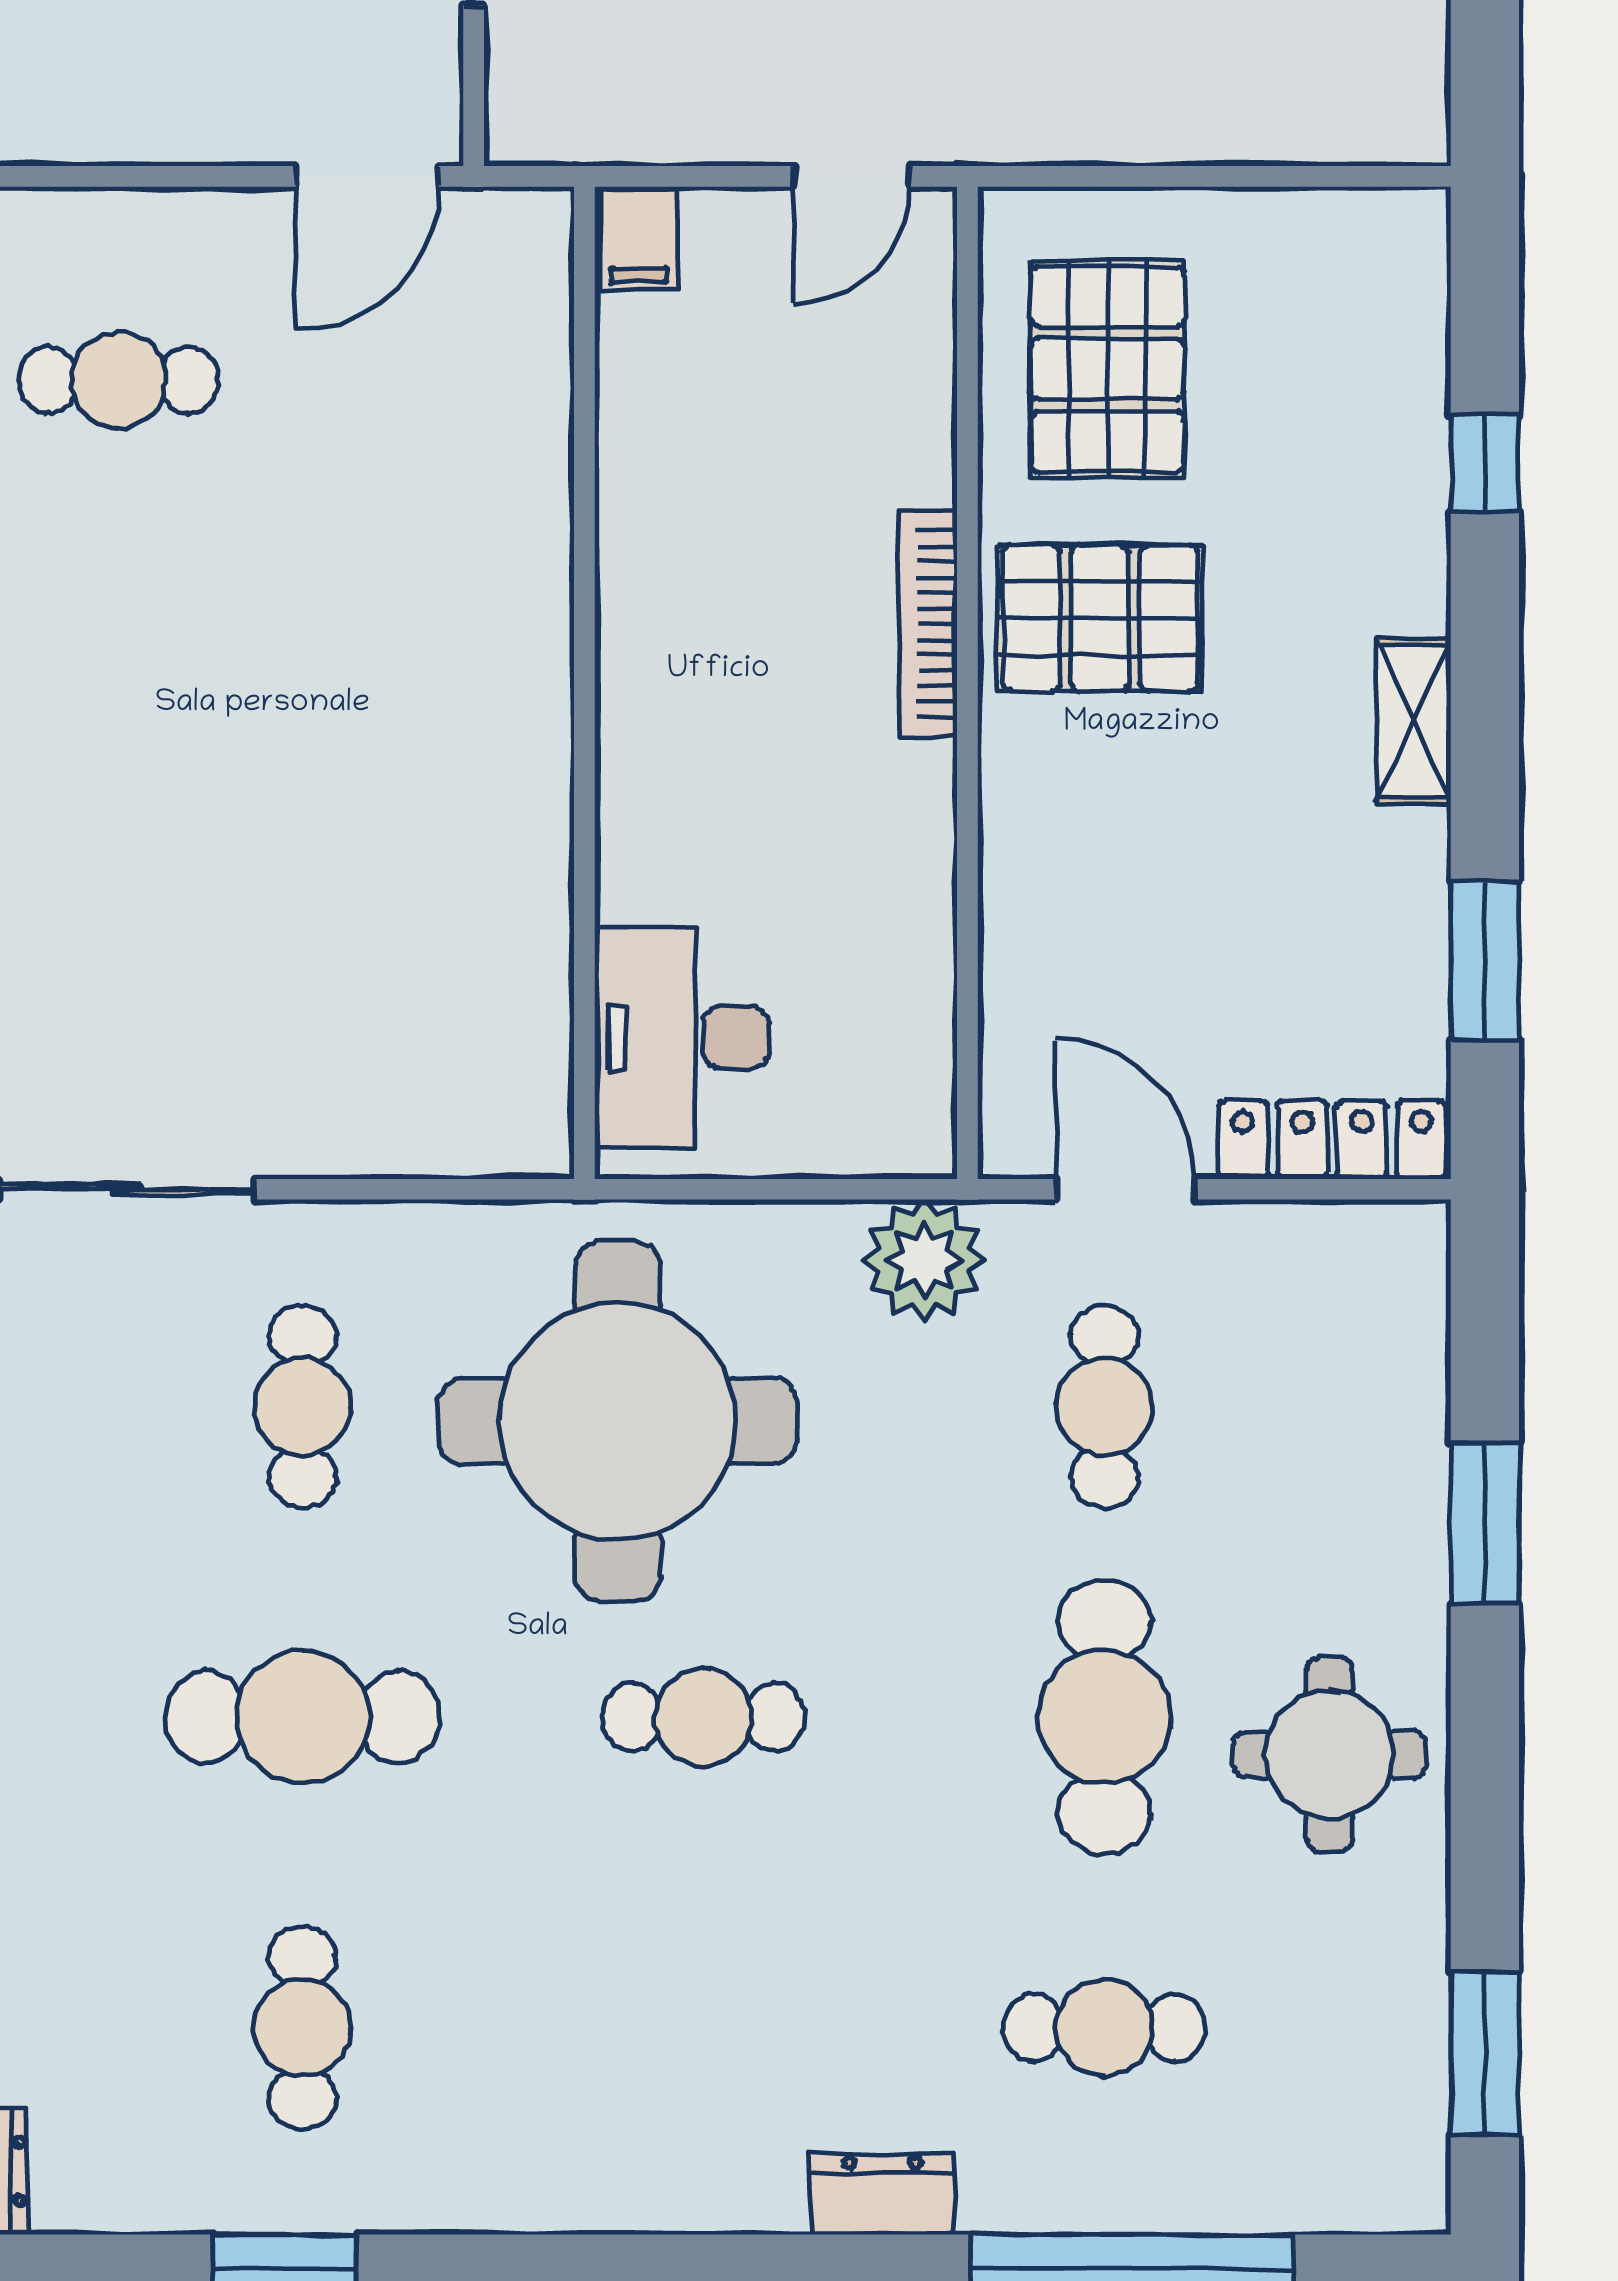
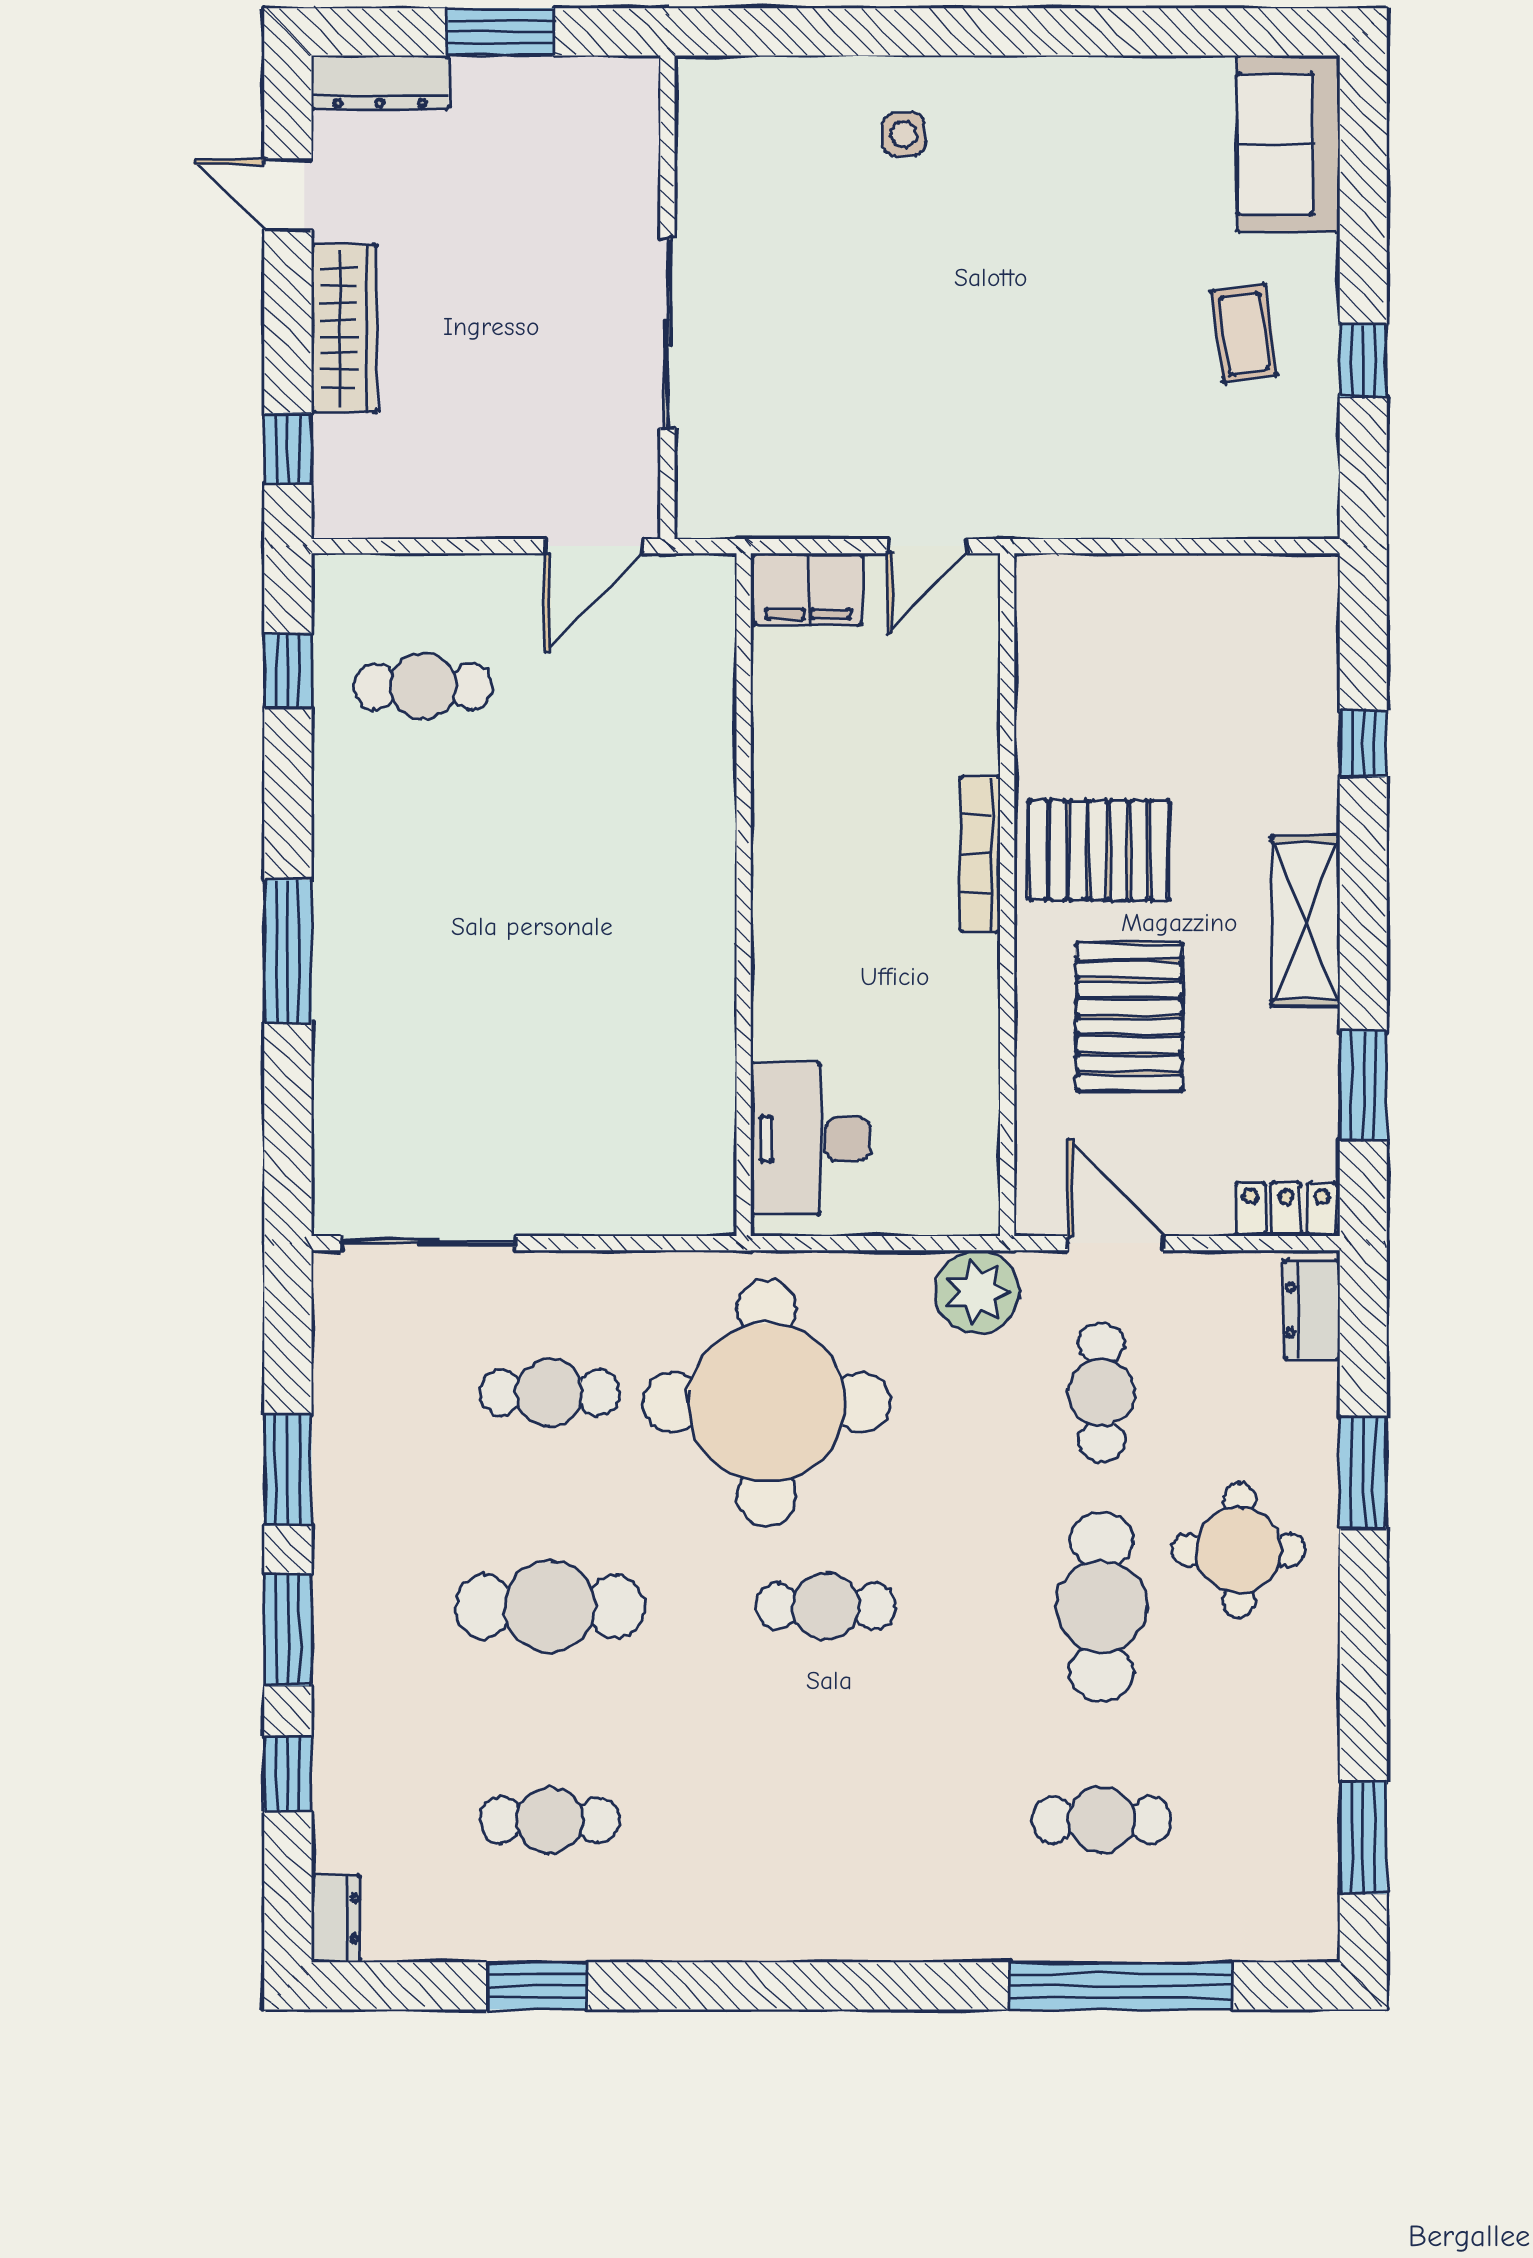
filing cabinet: (639, 239) -> (808, 589), width x2.00
pallet: (1107, 369) -> (1129, 1017), moved
shelving: (1414, 721) -> (1306, 921), width x1.50, depth x1.33
locker: (1332, 1140) -> (1286, 1209), width x0.66
cafe table: (302, 1406) -> (550, 1393), turned 90
round table: (1330, 1754) -> (1239, 1550), moved
cafe table: (302, 2028) -> (550, 1820), turned 90
dresser: (882, 2194) -> (1312, 1310), moved, turned -90

